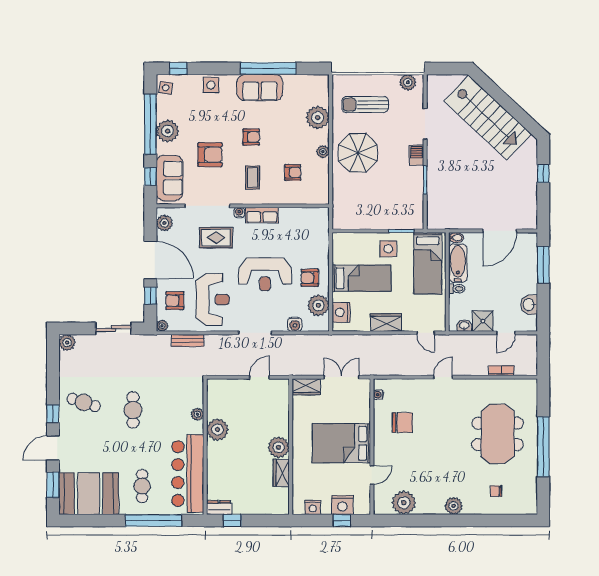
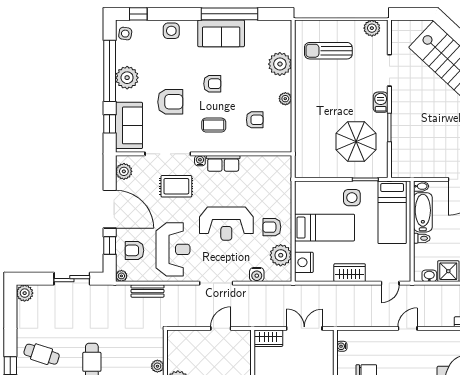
parasol: (358, 153) -> (356, 141), moved
coffee table: (253, 178) -> (214, 125), turned 90
door: (426, 333) -> (390, 283), hinge flipped

